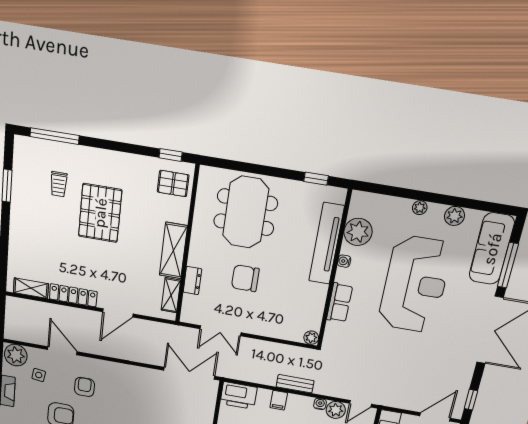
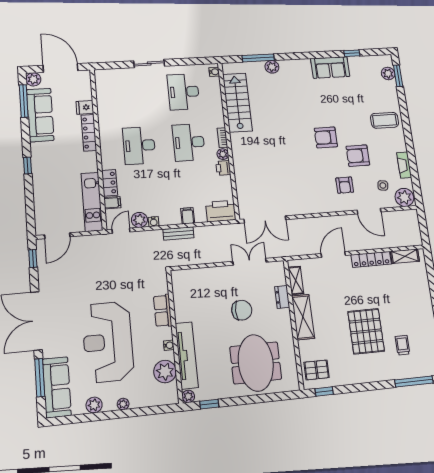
plant: (311, 338) -> (188, 396), moved

